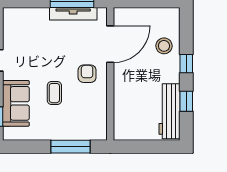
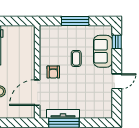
window: (71, 147) -> (75, 21), moved

